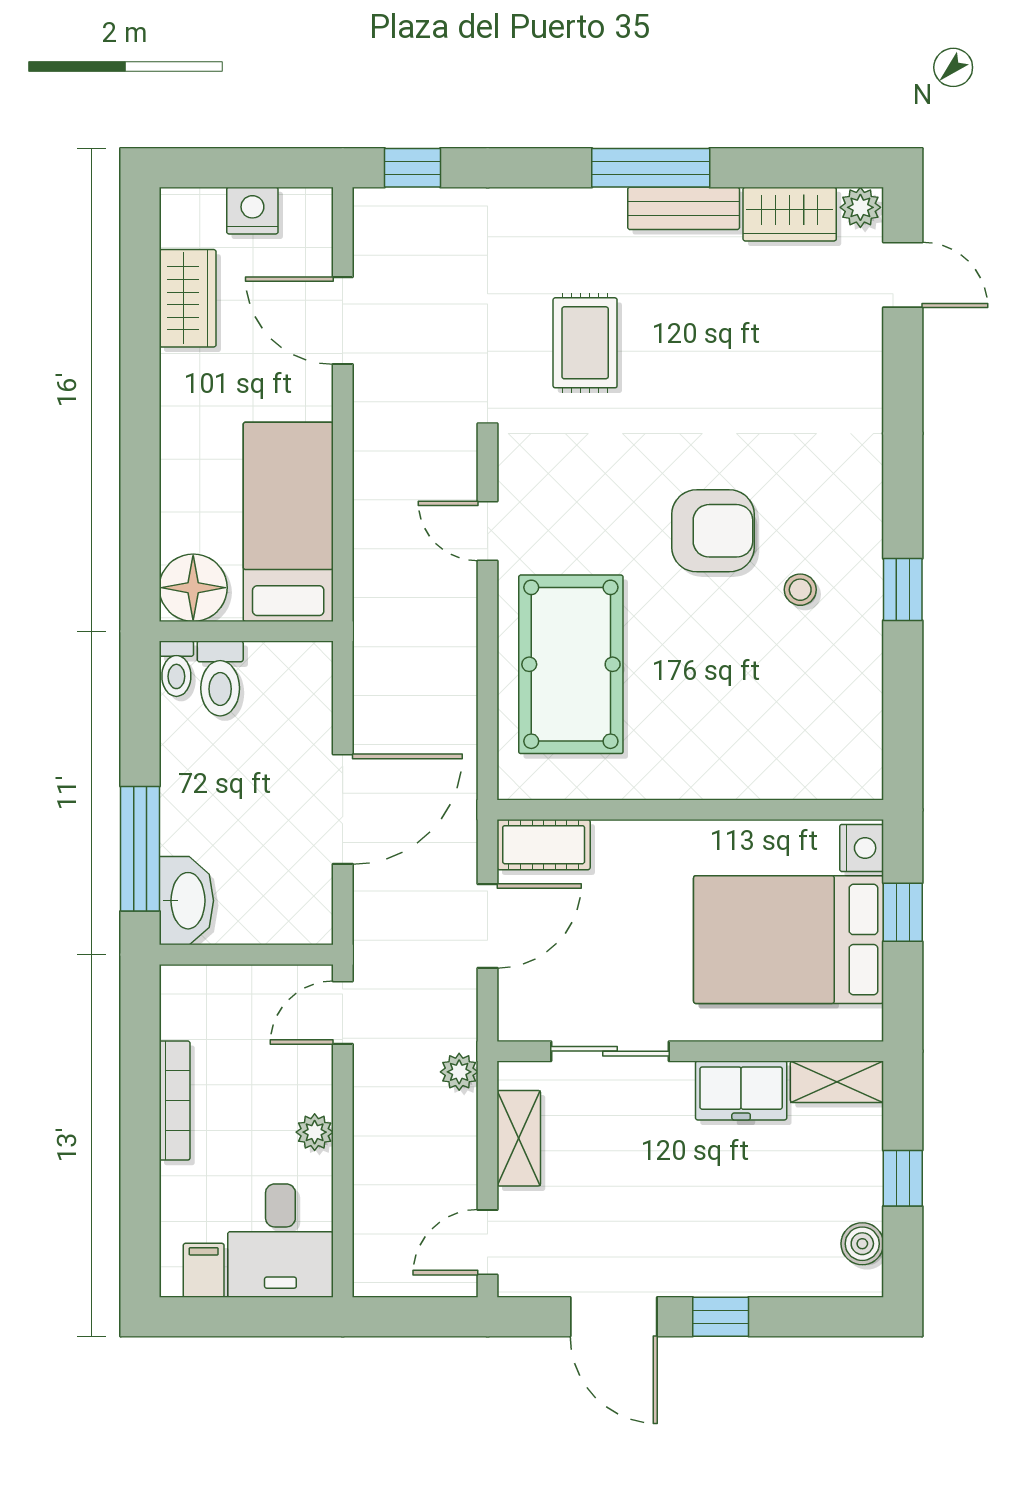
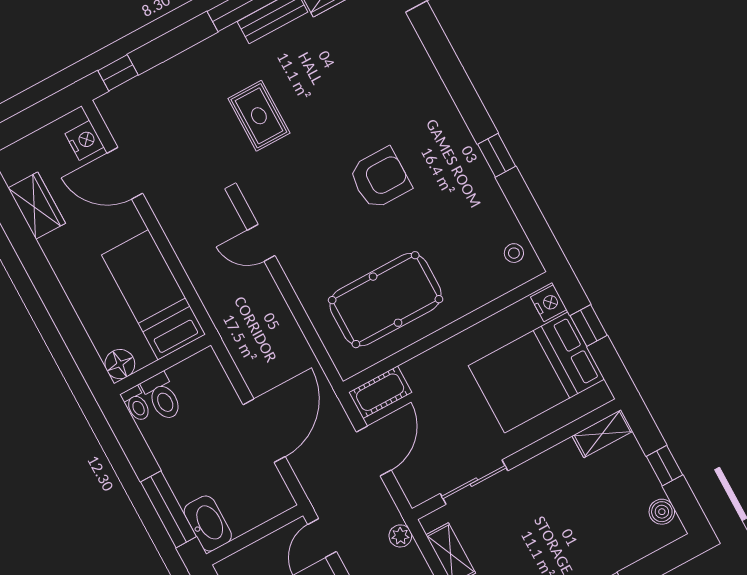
nightstand: (252, 211) -> (85, 140), moved, turned 90
floor lamp: (193, 588) -> (120, 364), width x0.73, depth x0.73
stool: (800, 590) -> (514, 253), moved
pool table: (571, 664) -> (386, 300), moved, turned 90
freezer: (741, 1090) -> (554, 465), removed

